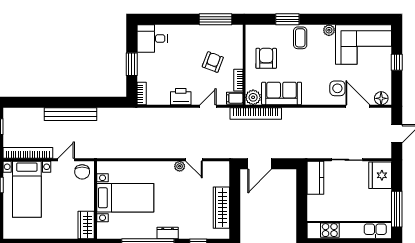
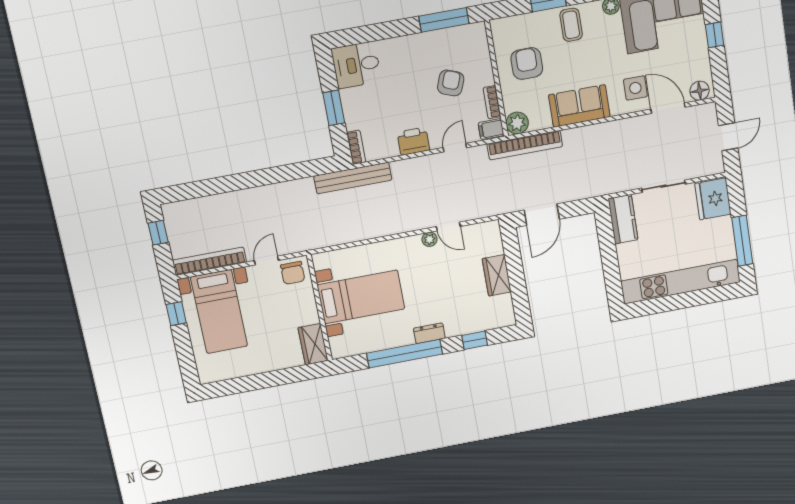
sofa: (282, 93) -> (579, 106), moved
bench: (70, 114) -> (353, 178), moved
wardrobe: (221, 208) -> (497, 275), width x0.67

